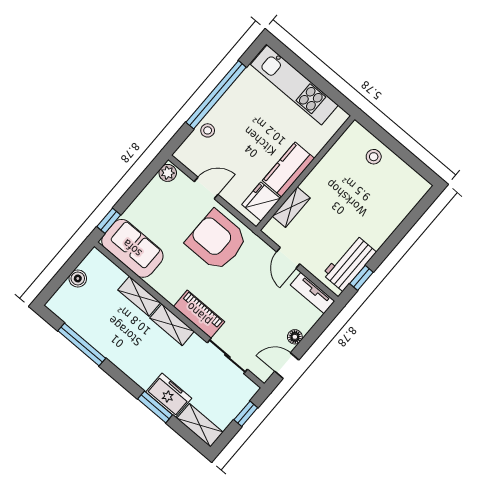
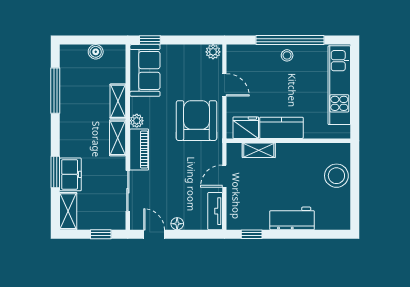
stool: (208, 130) -> (287, 55), moved
stool: (374, 157) -> (336, 176), width x1.89, depth x1.89
workbench: (349, 263) -> (292, 218), moved
plant: (171, 294) -> (137, 121), added

